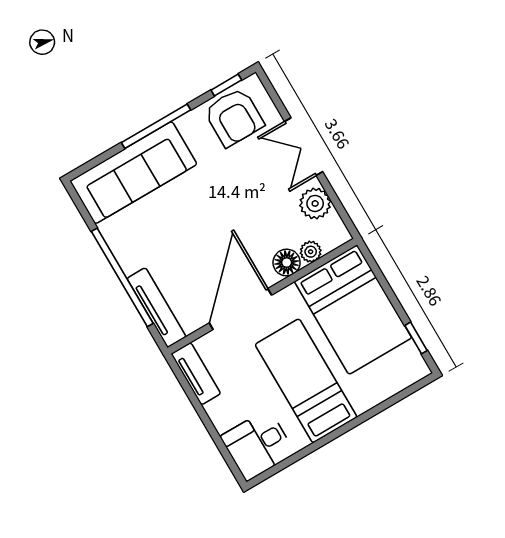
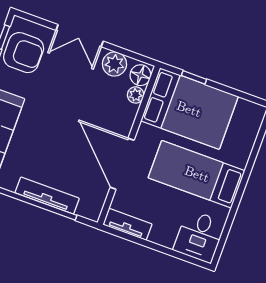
floor lamp: (287, 263) -> (140, 75), moved
tv unit: (156, 308) -> (47, 196), moved
window: (416, 338) -> (194, 77), moved

